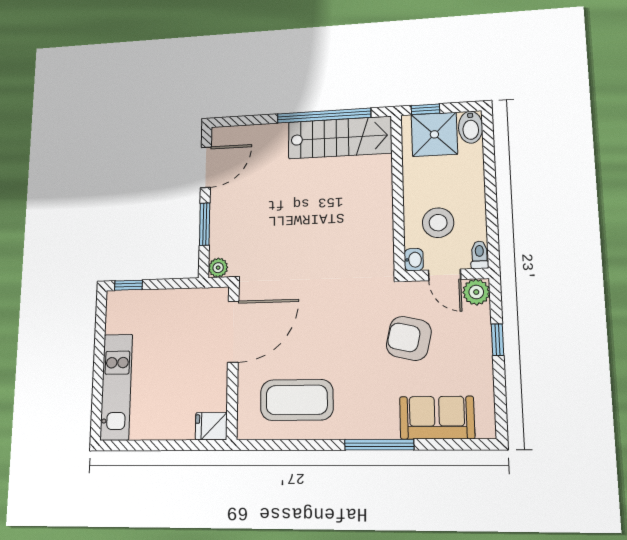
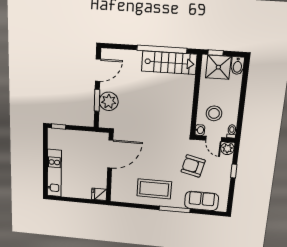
plant: (218, 268) -> (109, 101), moved, width x1.88, depth x1.88
coffee table: (297, 400) -> (154, 189), moved

